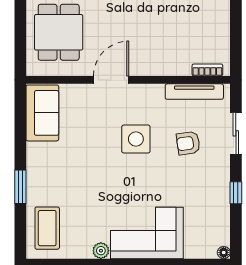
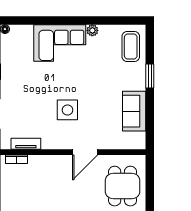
tv unit: (194, 92) -> (26, 144), width x0.71
sofa: (42, 113) -> (134, 111), moved
armchair: (188, 143) -> (30, 107), removed

